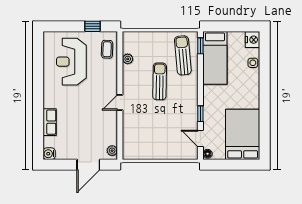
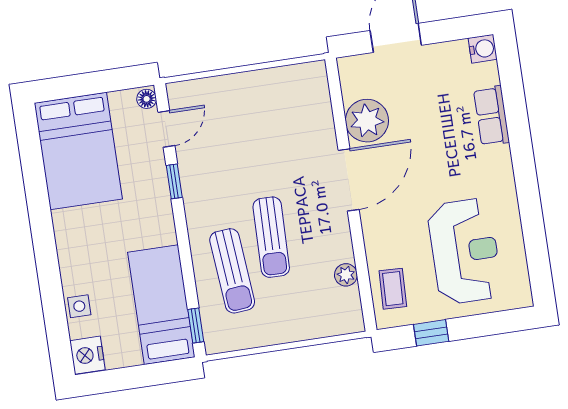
sun lounger: (183, 55) -> (232, 271), moved
door: (120, 102) -> (349, 180), width x1.87
door: (200, 139) -> (166, 129), hinge flipped
plant: (112, 151) -> (367, 121), moved, width x1.88, depth x1.88

